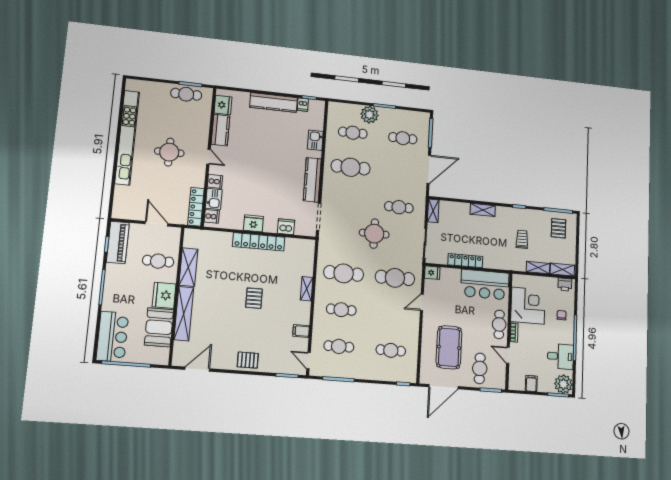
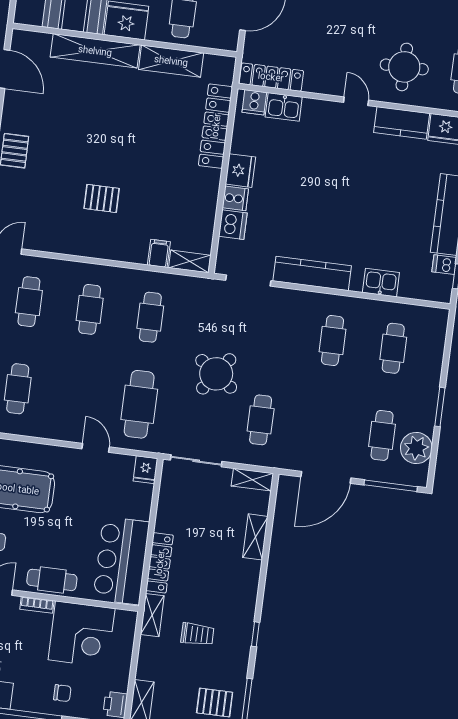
plant: (369, 115) -> (416, 448), moved
round table: (169, 152) -> (404, 67), moved
door: (209, 157) -> (356, 101), swing flipped
cafe table: (351, 167) -> (332, 341), width x0.73, depth x0.74
door: (429, 169) -> (326, 477), hinge flipped
cooker: (215, 181) -> (235, 198), moved, turned -90
shelving: (483, 210) -> (255, 537), moved
round table: (374, 234) -> (216, 374), turned 36
locker: (259, 242) -> (216, 126), moved
locker: (465, 261) -> (160, 563), moved
shelving: (538, 268) -> (152, 615), moved
cafe table: (344, 273) -> (150, 317), width x0.73, depth x0.74
shelving: (307, 289) -> (190, 261), moved
pallet: (254, 298) -> (102, 198), moved
filing cabinet: (301, 331) -> (159, 253), moved

